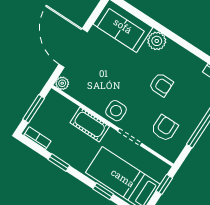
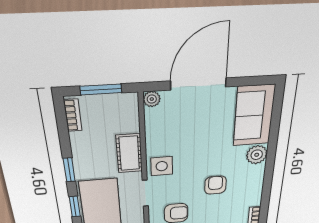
armchair: (161, 85) -> (215, 185), turned 180
window: (59, 162) -> (69, 170), moved

